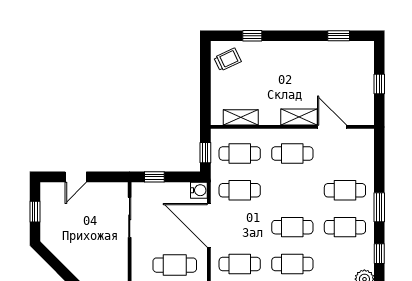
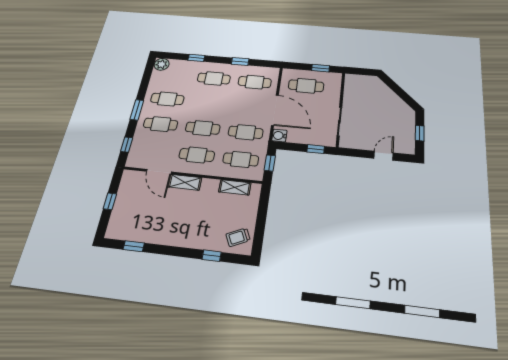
cafe table: (292, 227) -> (203, 128), moved
window: (379, 254) -> (127, 145), moved

